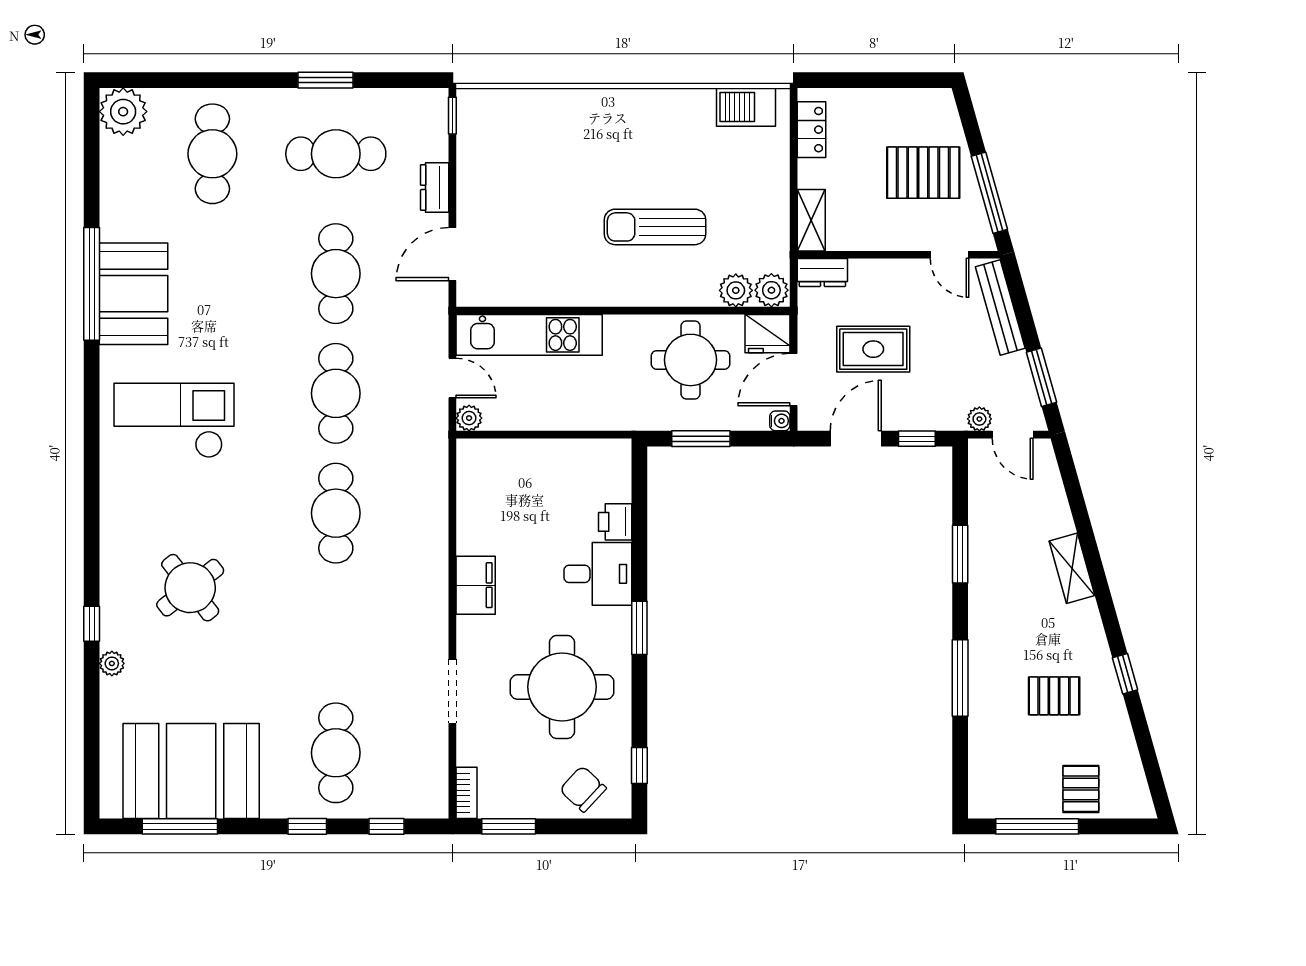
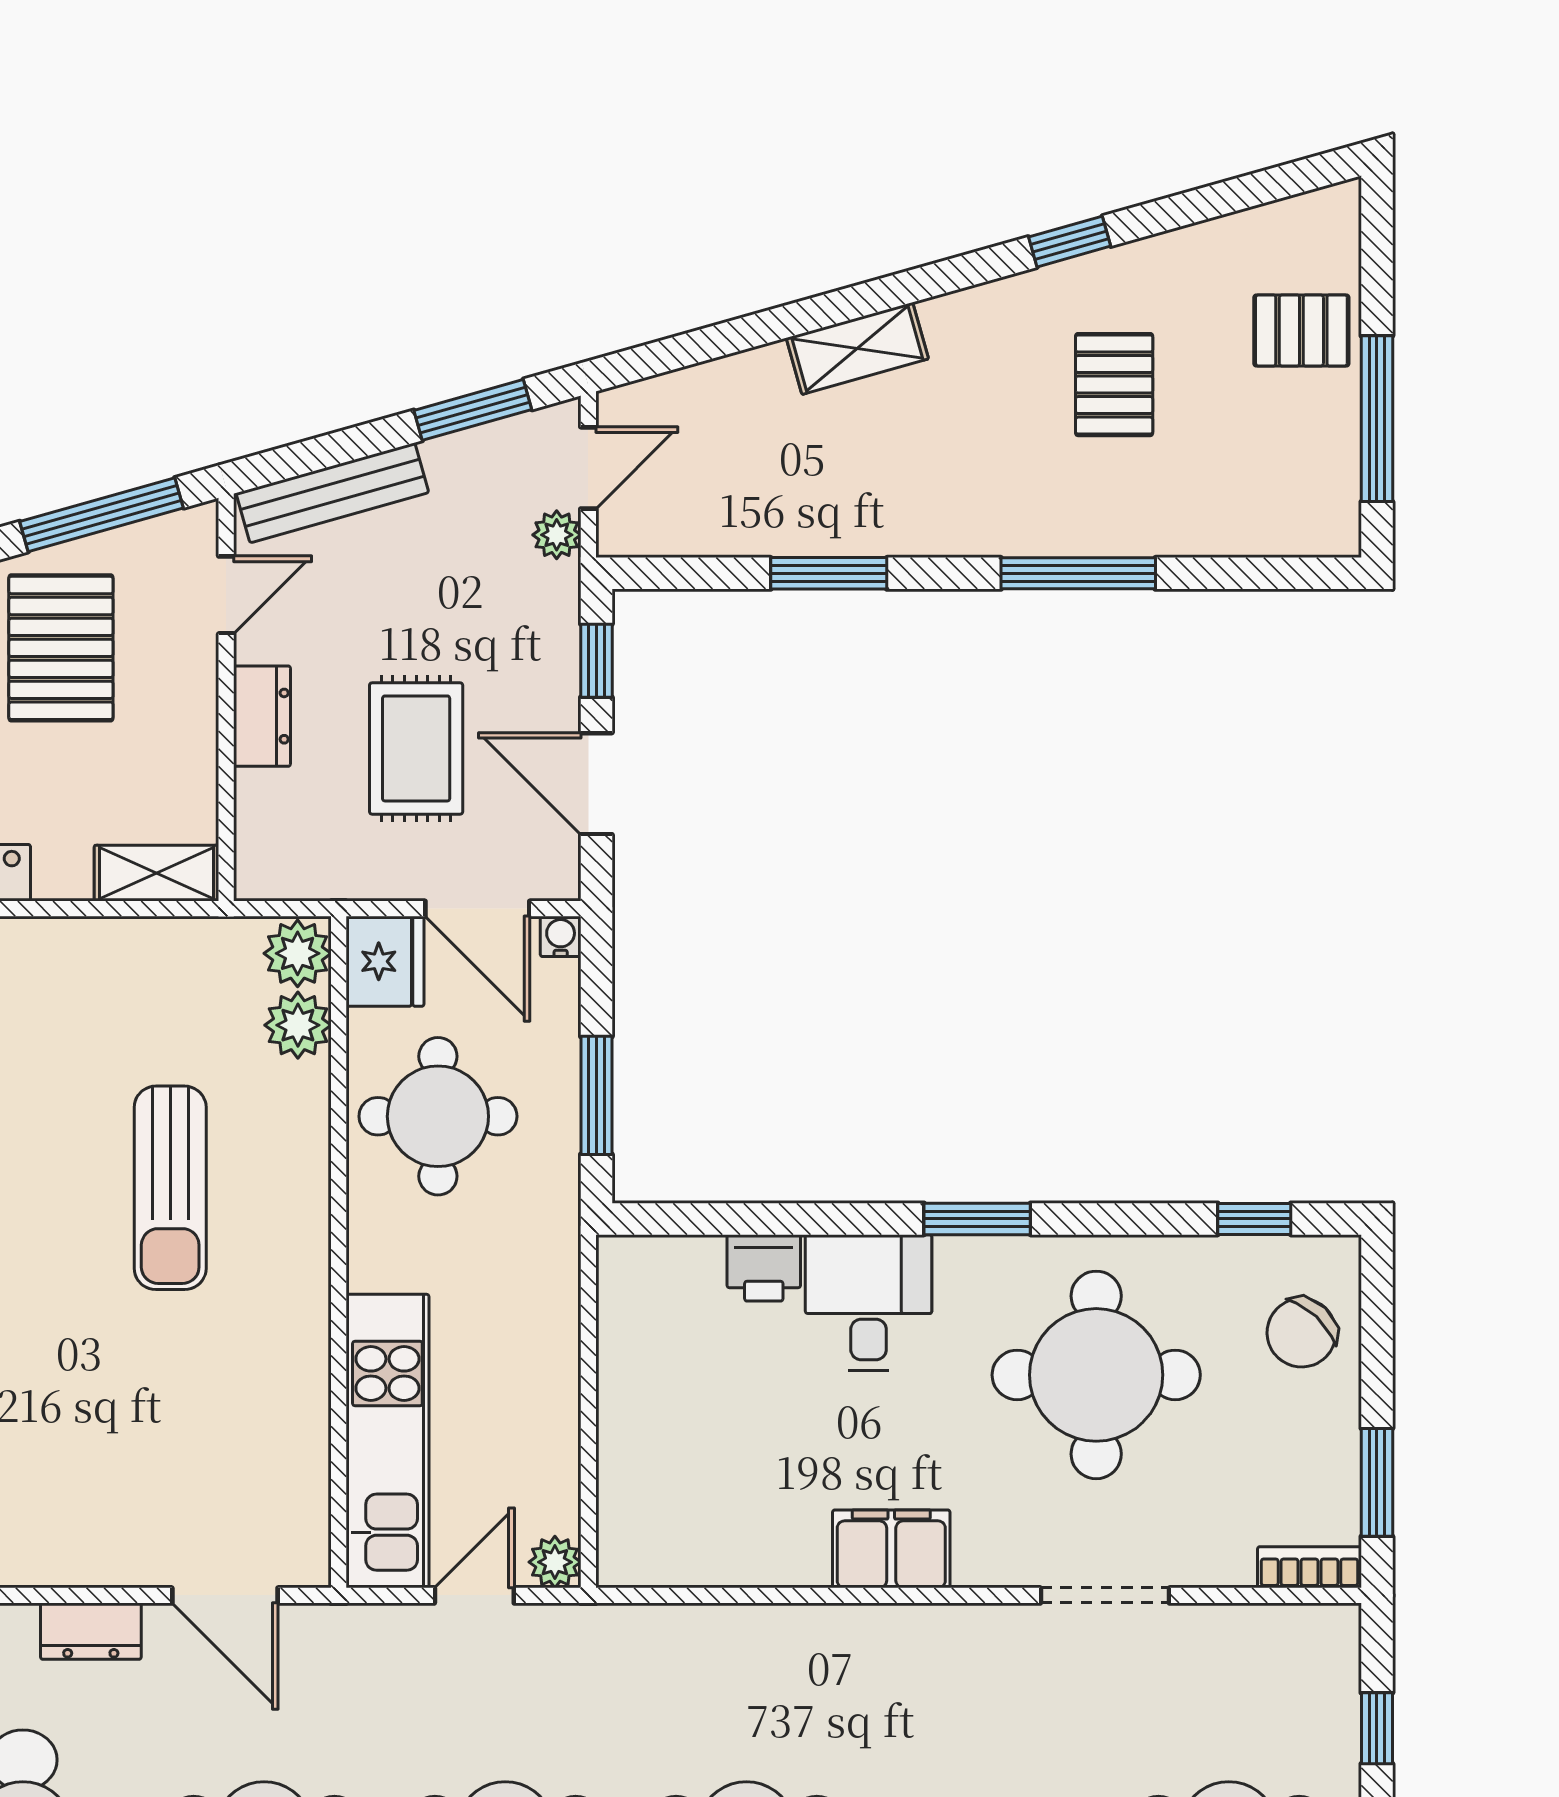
dresser: (822, 273) -> (262, 716), moved

